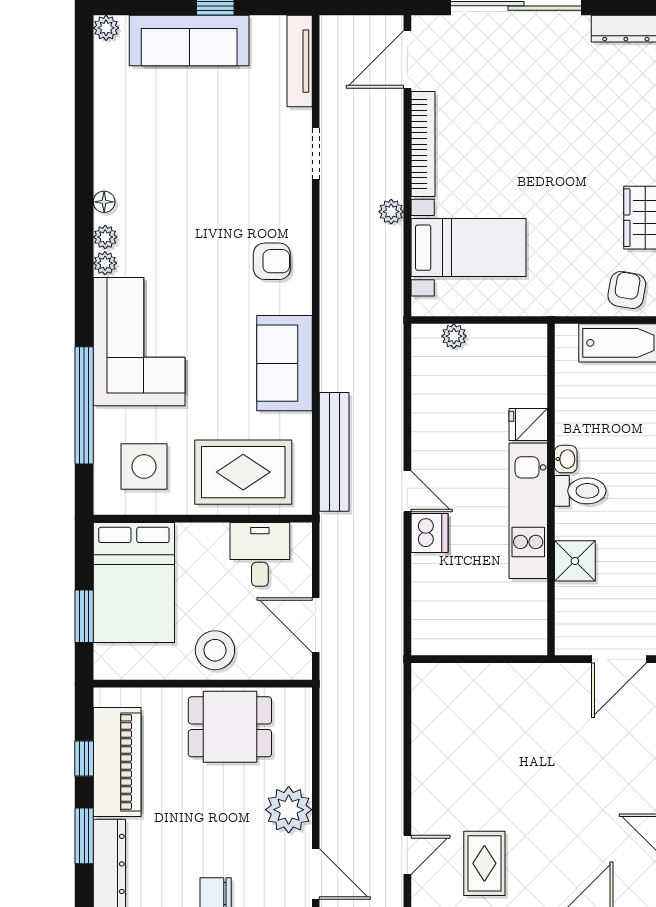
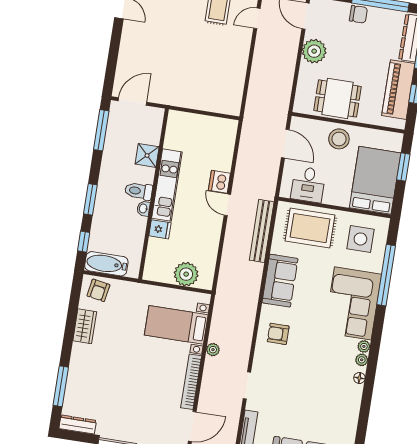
plant: (454, 336) -> (186, 274), width x1.87, depth x1.87

